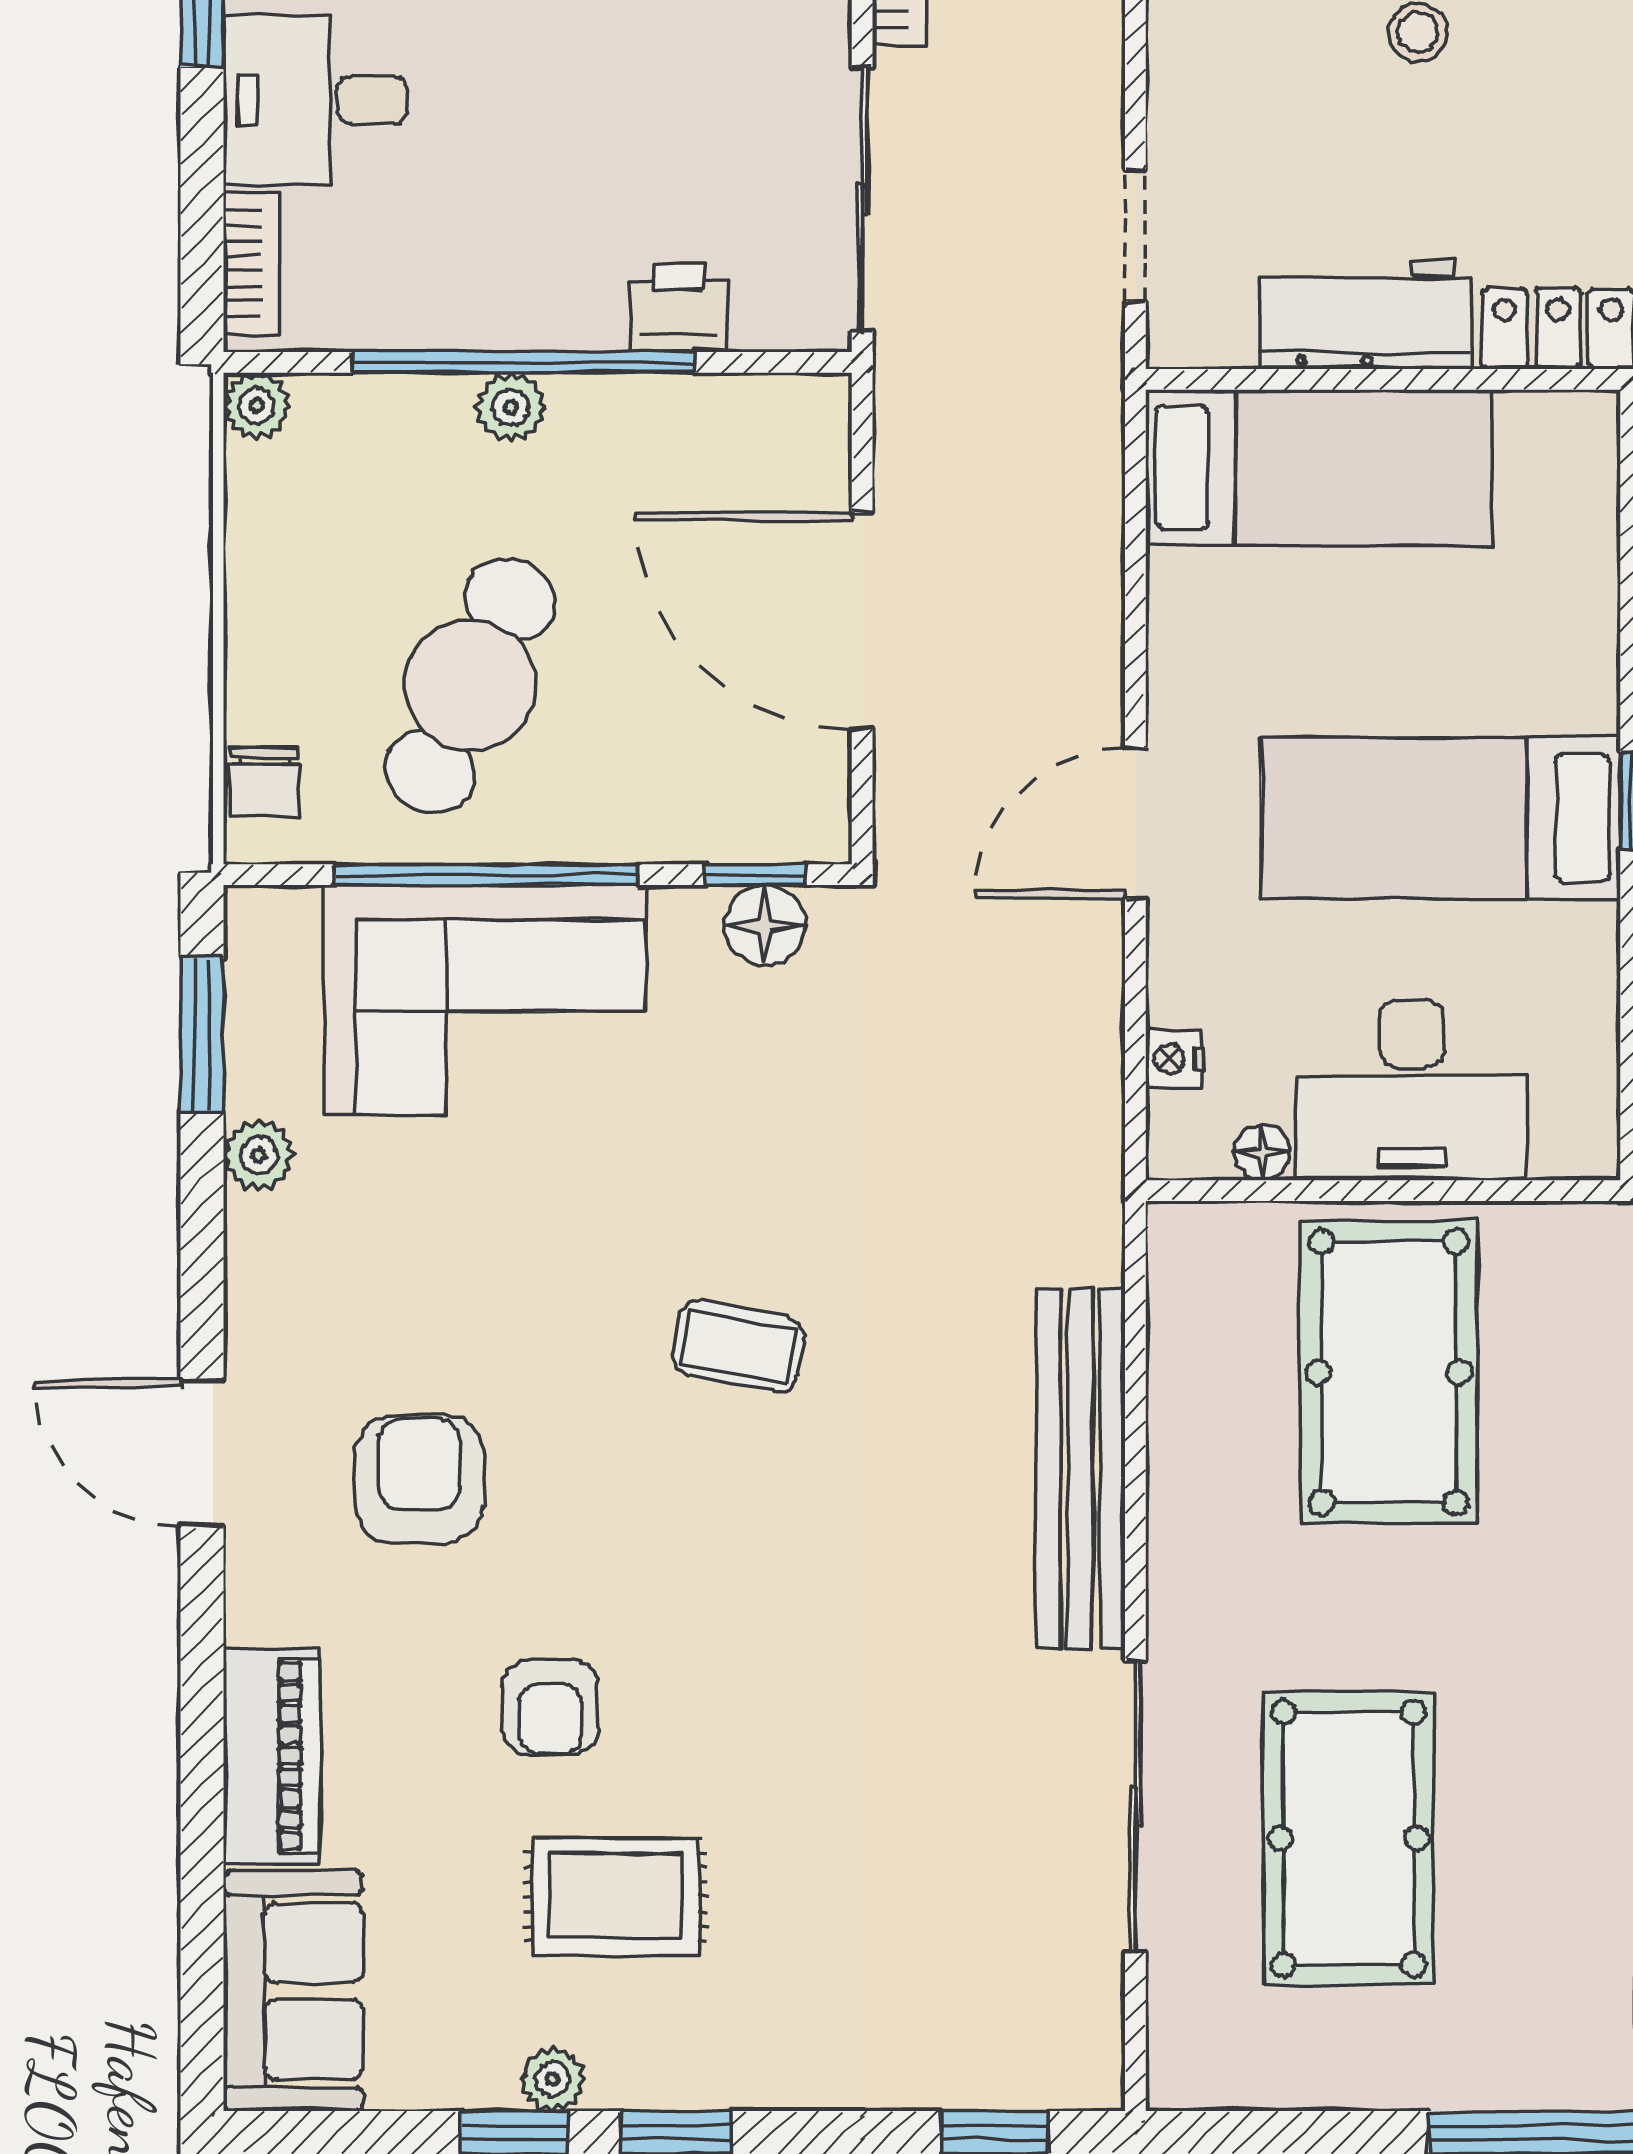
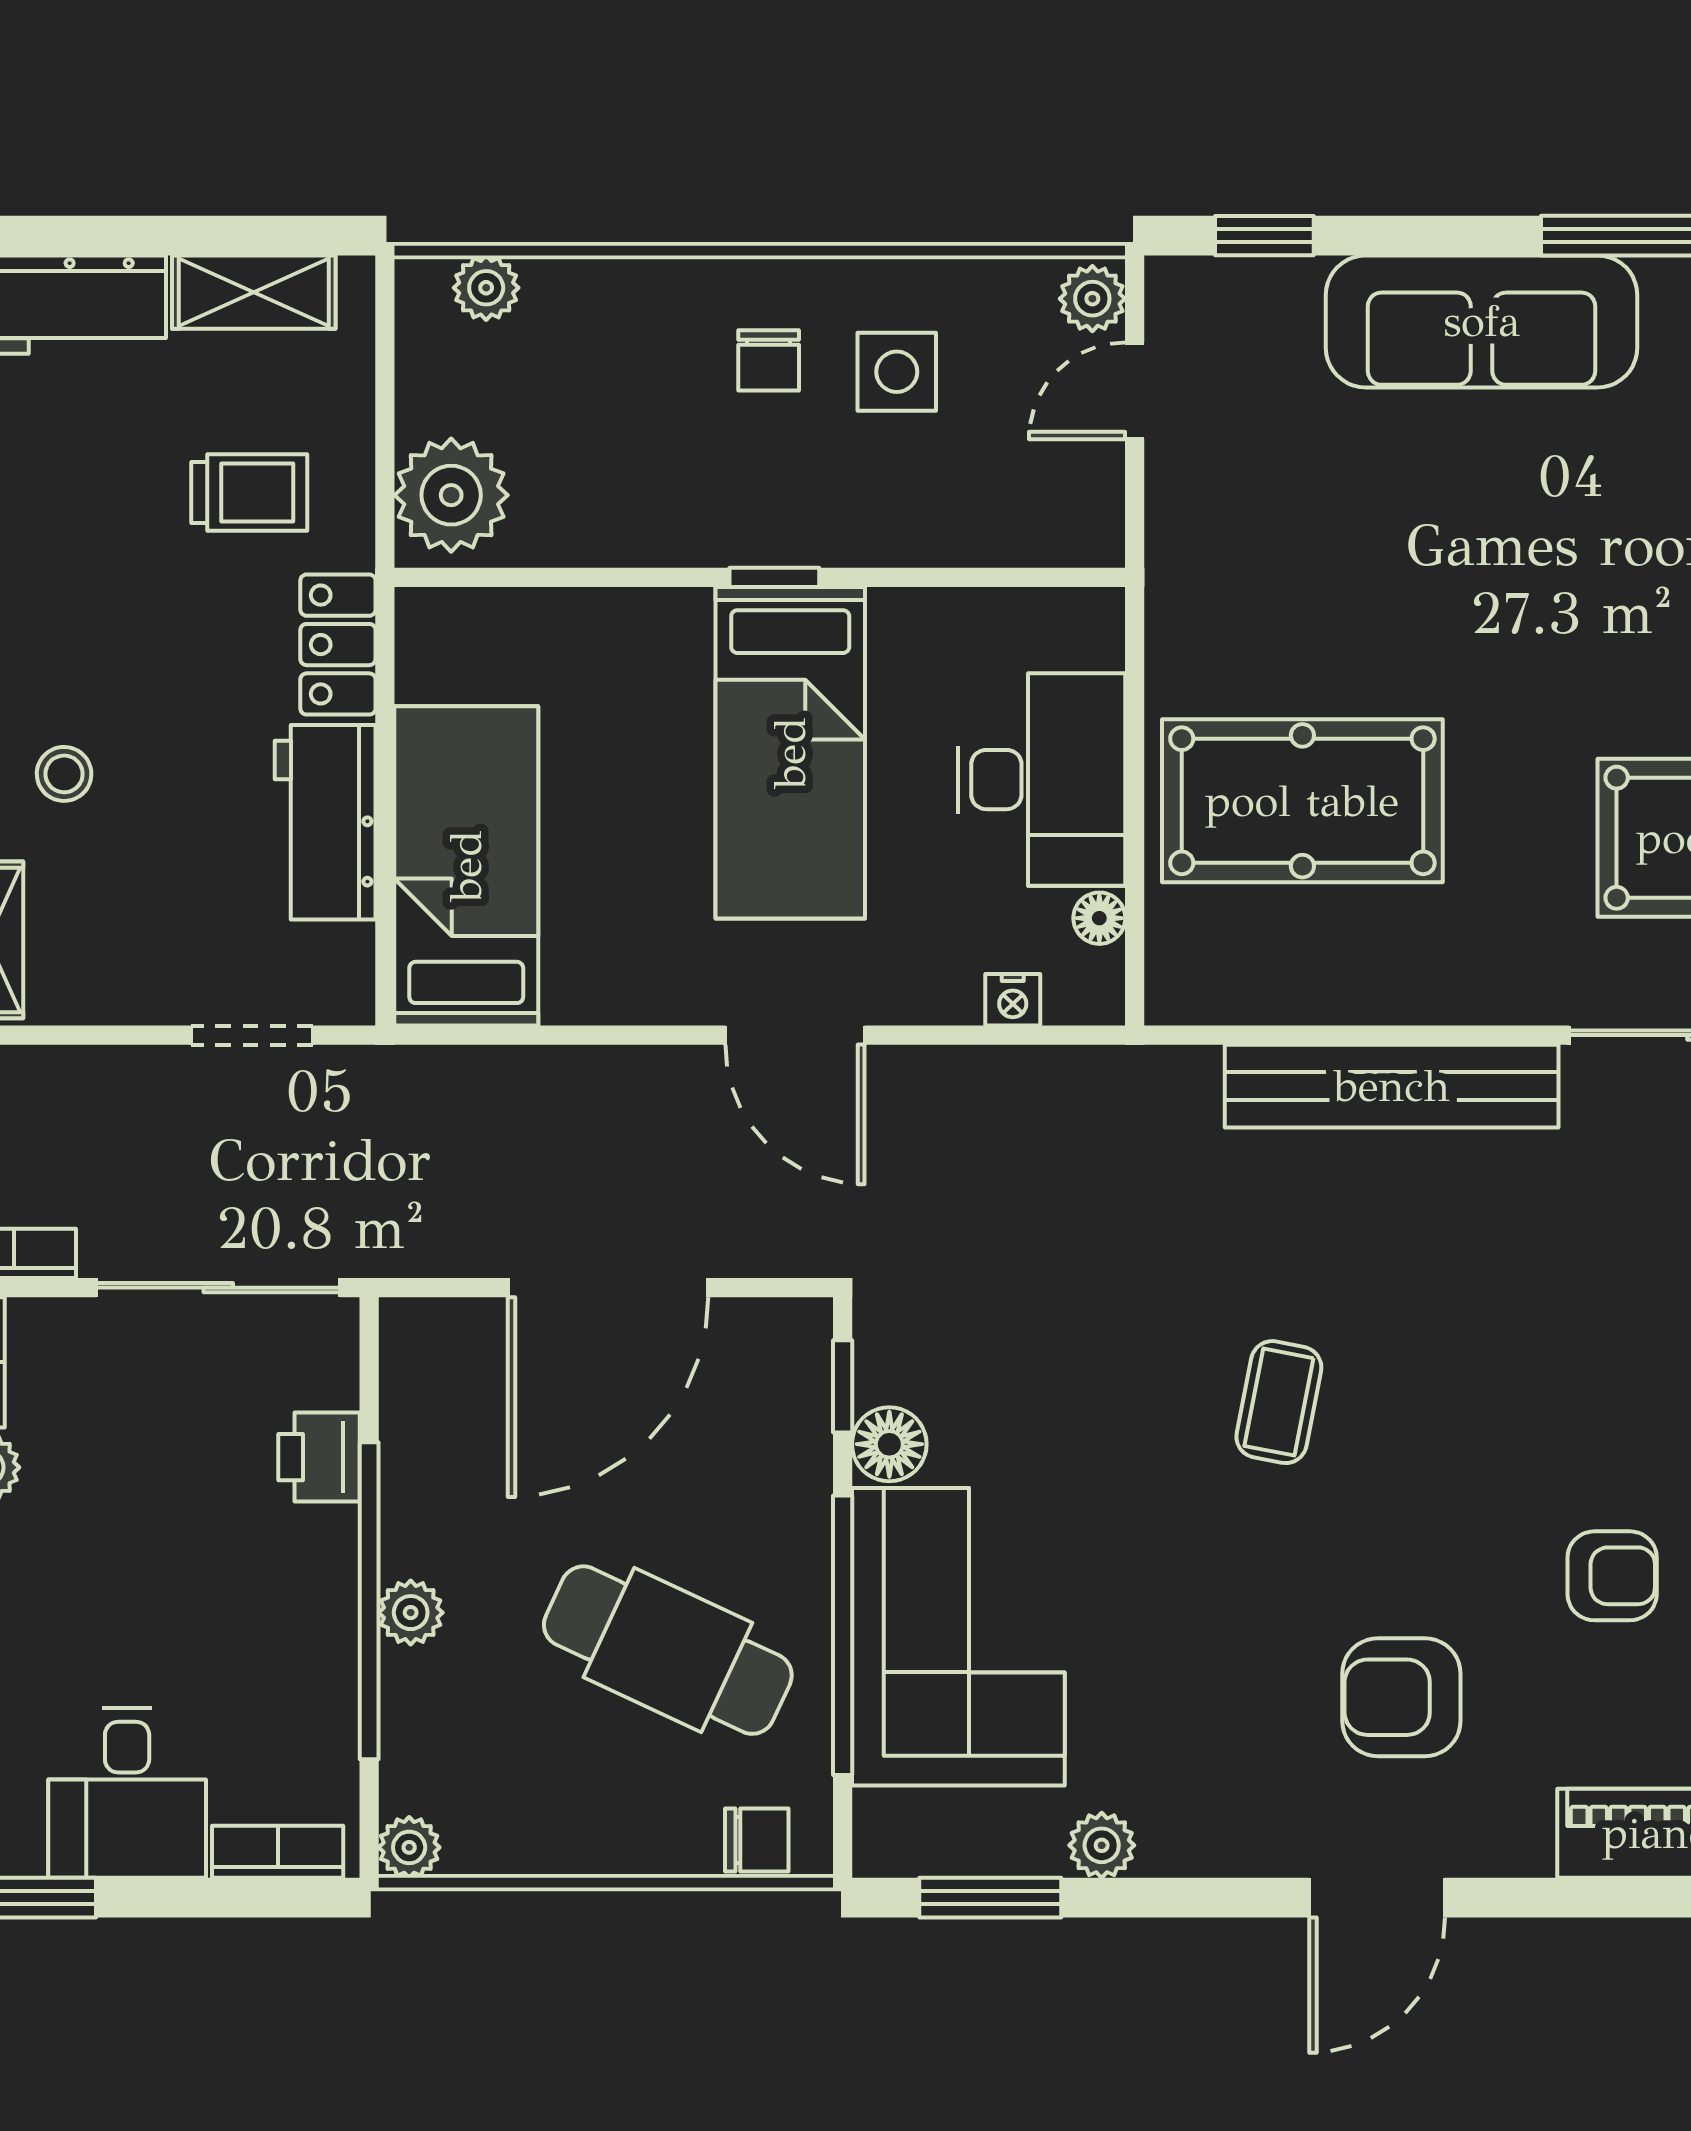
floor lamp: (765, 925) -> (889, 1444), moved

